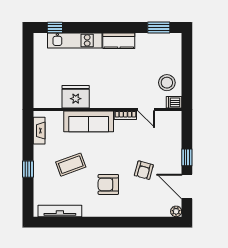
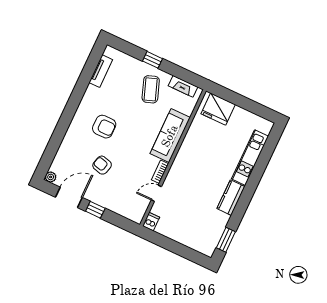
window: (55, 27) -> (270, 145), removed
stool: (167, 83) -> (172, 224), removed
fridge: (76, 97) -> (218, 109), moved, turned 90
coffee table: (71, 165) -> (151, 89), moved
armchair: (108, 184) -> (104, 127), turned 90
tv unit: (60, 211) -> (101, 71), width x0.71

